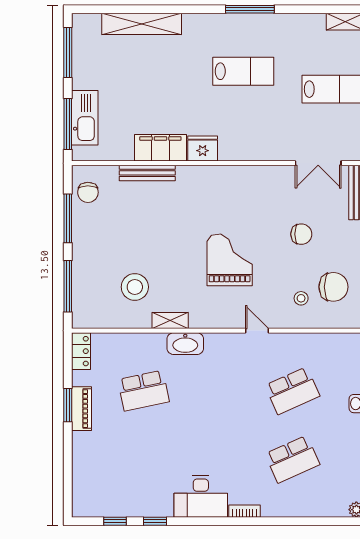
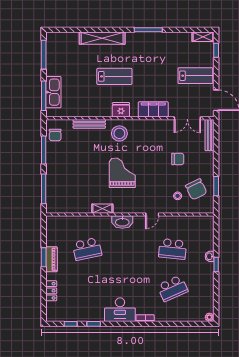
shelving: (142, 24) -> (102, 38), moved
lab bench: (243, 71) -> (114, 76), moved
filing cabinet: (160, 148) -> (153, 109), moved
grand piano: (230, 260) -> (122, 173), moved
stool: (135, 287) -> (119, 133), moved
chair: (333, 287) -> (196, 189), turned 64
door: (257, 331) -> (152, 214), swing flipped
washbasin: (185, 344) -> (122, 222), moved
locker: (81, 351) -> (51, 291), moved
school desk: (292, 391) -> (173, 249), turned 30

